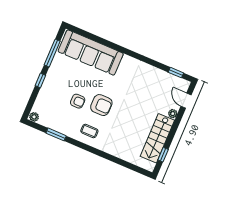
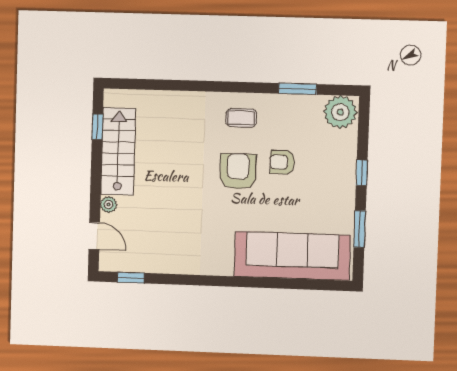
window: (52, 53) -> (360, 229), width x0.69
armchair: (101, 105) -> (238, 171), turned 90
plant: (34, 117) -> (340, 112), width x1.87, depth x1.87

